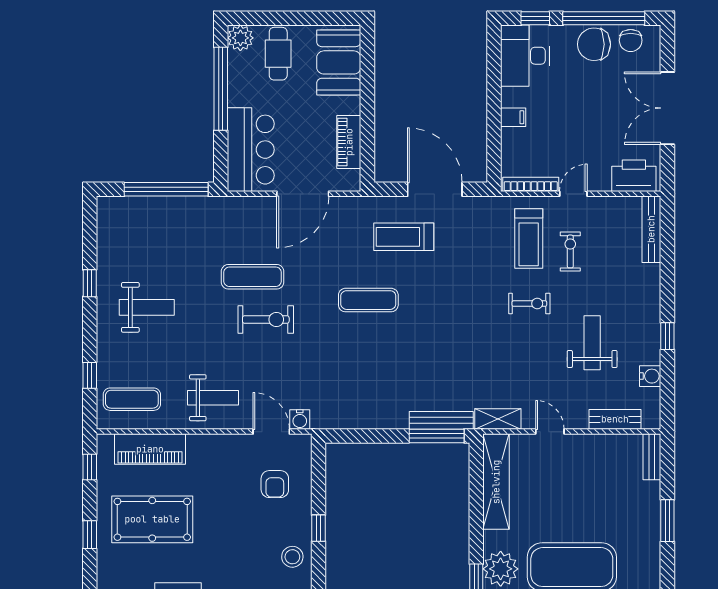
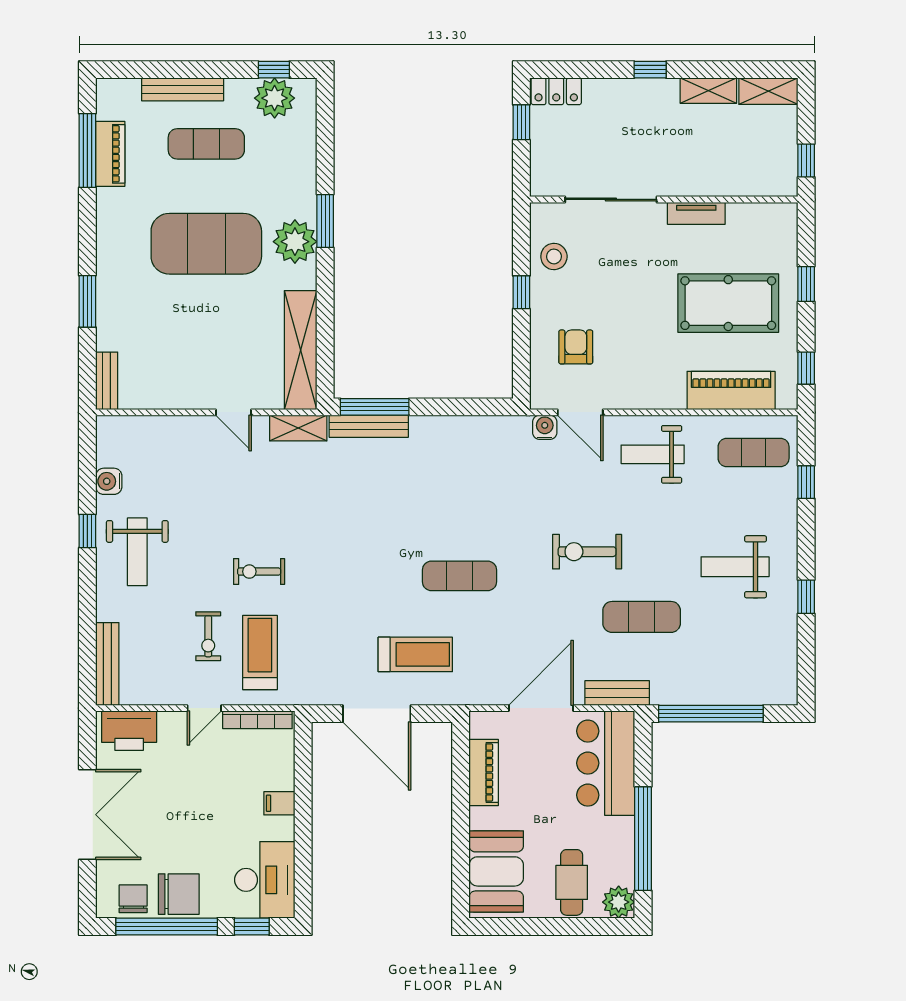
exercise mat: (253, 277) -> (642, 617), moved
weight bench: (592, 343) -> (137, 552), moved
bench: (615, 419) -> (617, 693), moved

